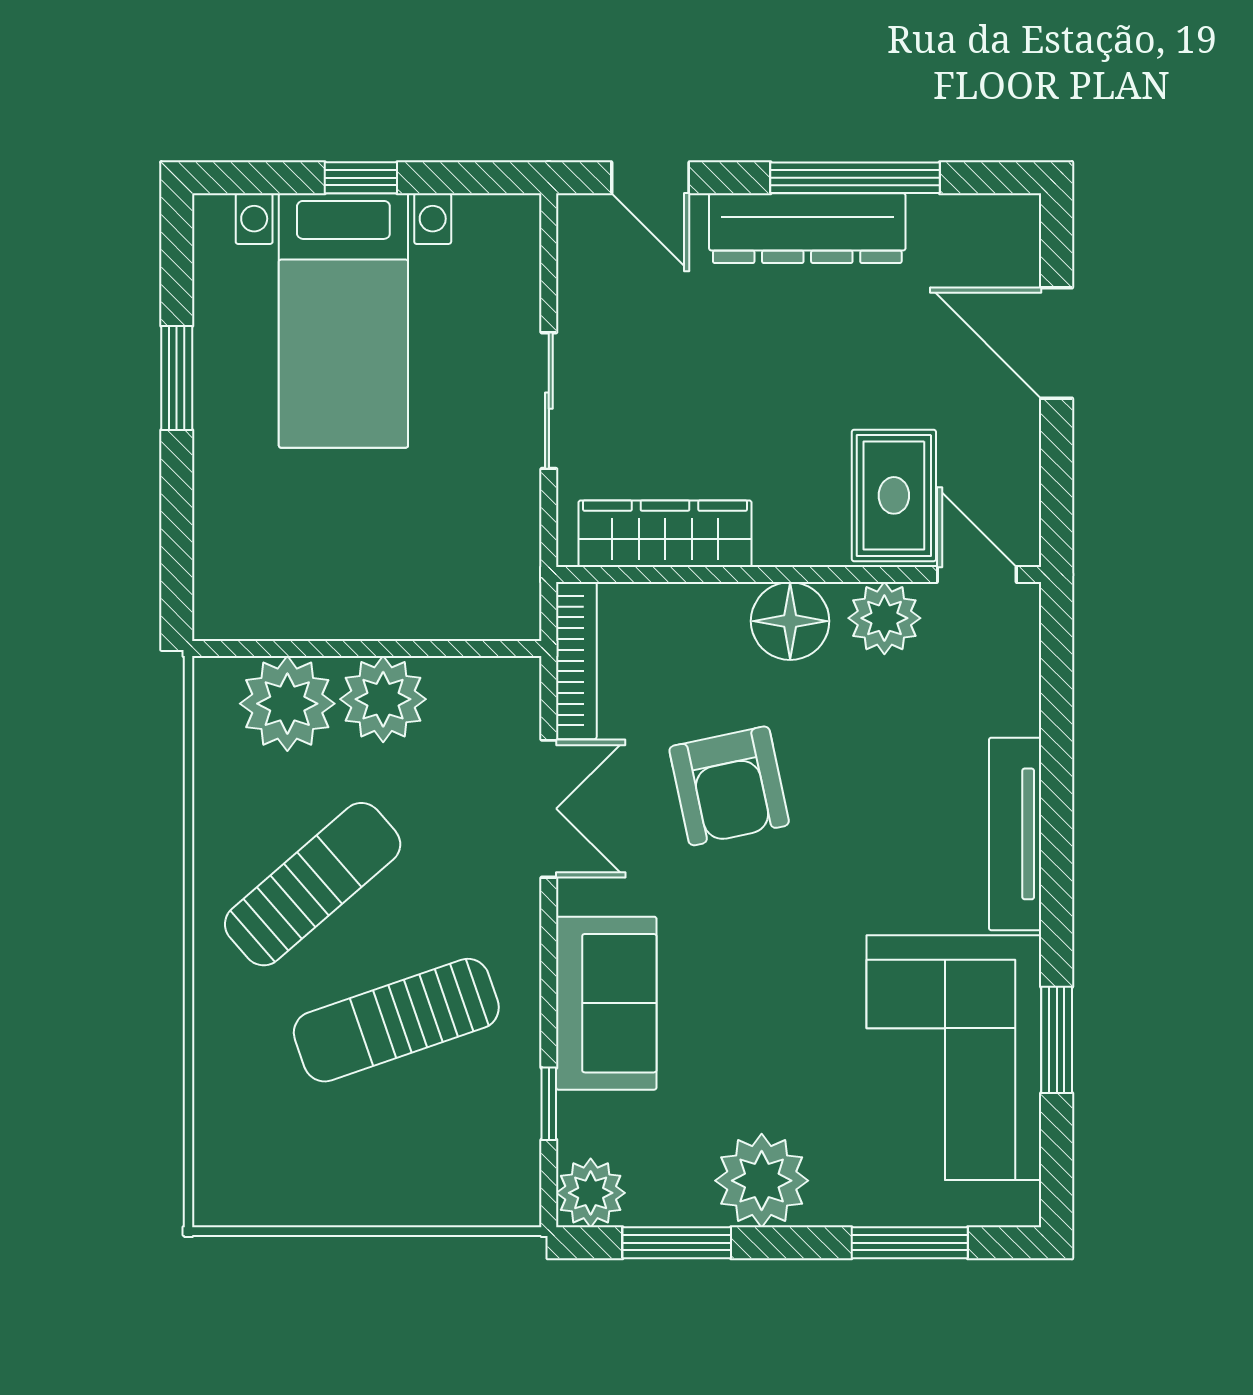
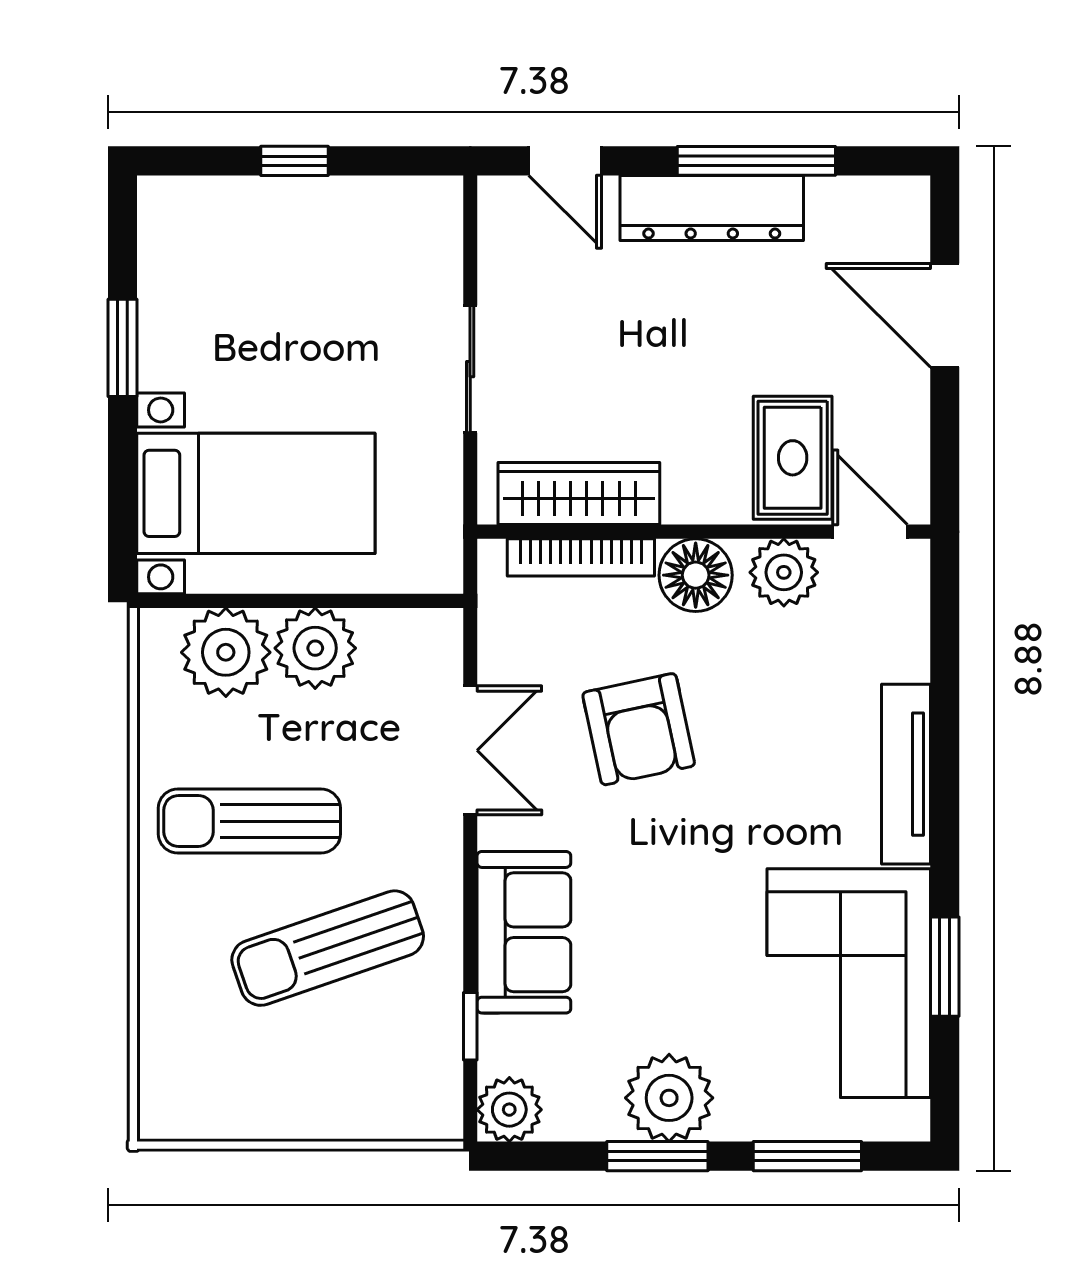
bed with nightstands: (343, 320) -> (256, 493), moved, turned -90
bookcase: (576, 661) -> (581, 557), moved, turned 90
sun lounger: (313, 884) -> (249, 821), turned -139
window: (677, 1243) -> (657, 1156), moved

